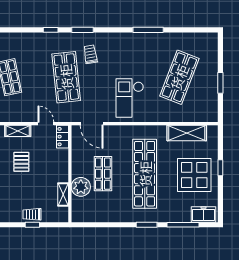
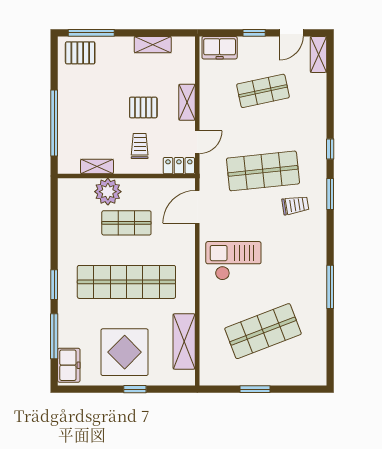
shop shelf: (179, 77) -> (263, 331), turned -42
trolley: (32, 214) -> (140, 146), moved
window: (32, 225) -> (54, 123), width x3.17

